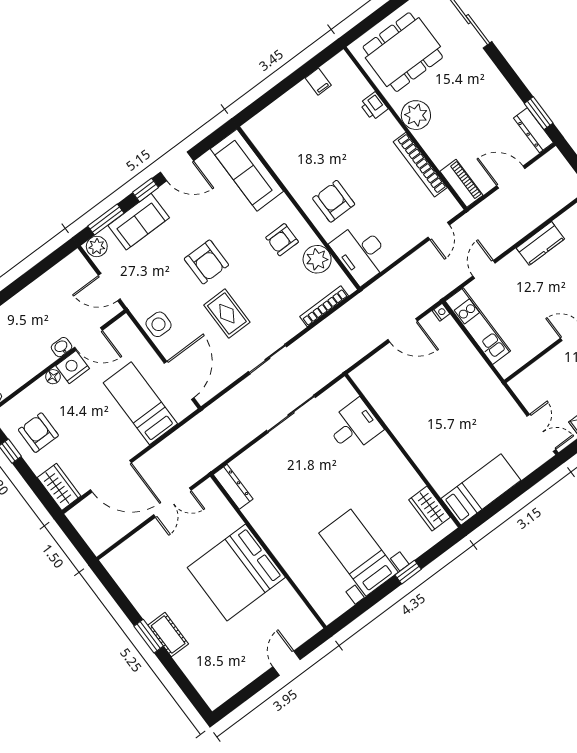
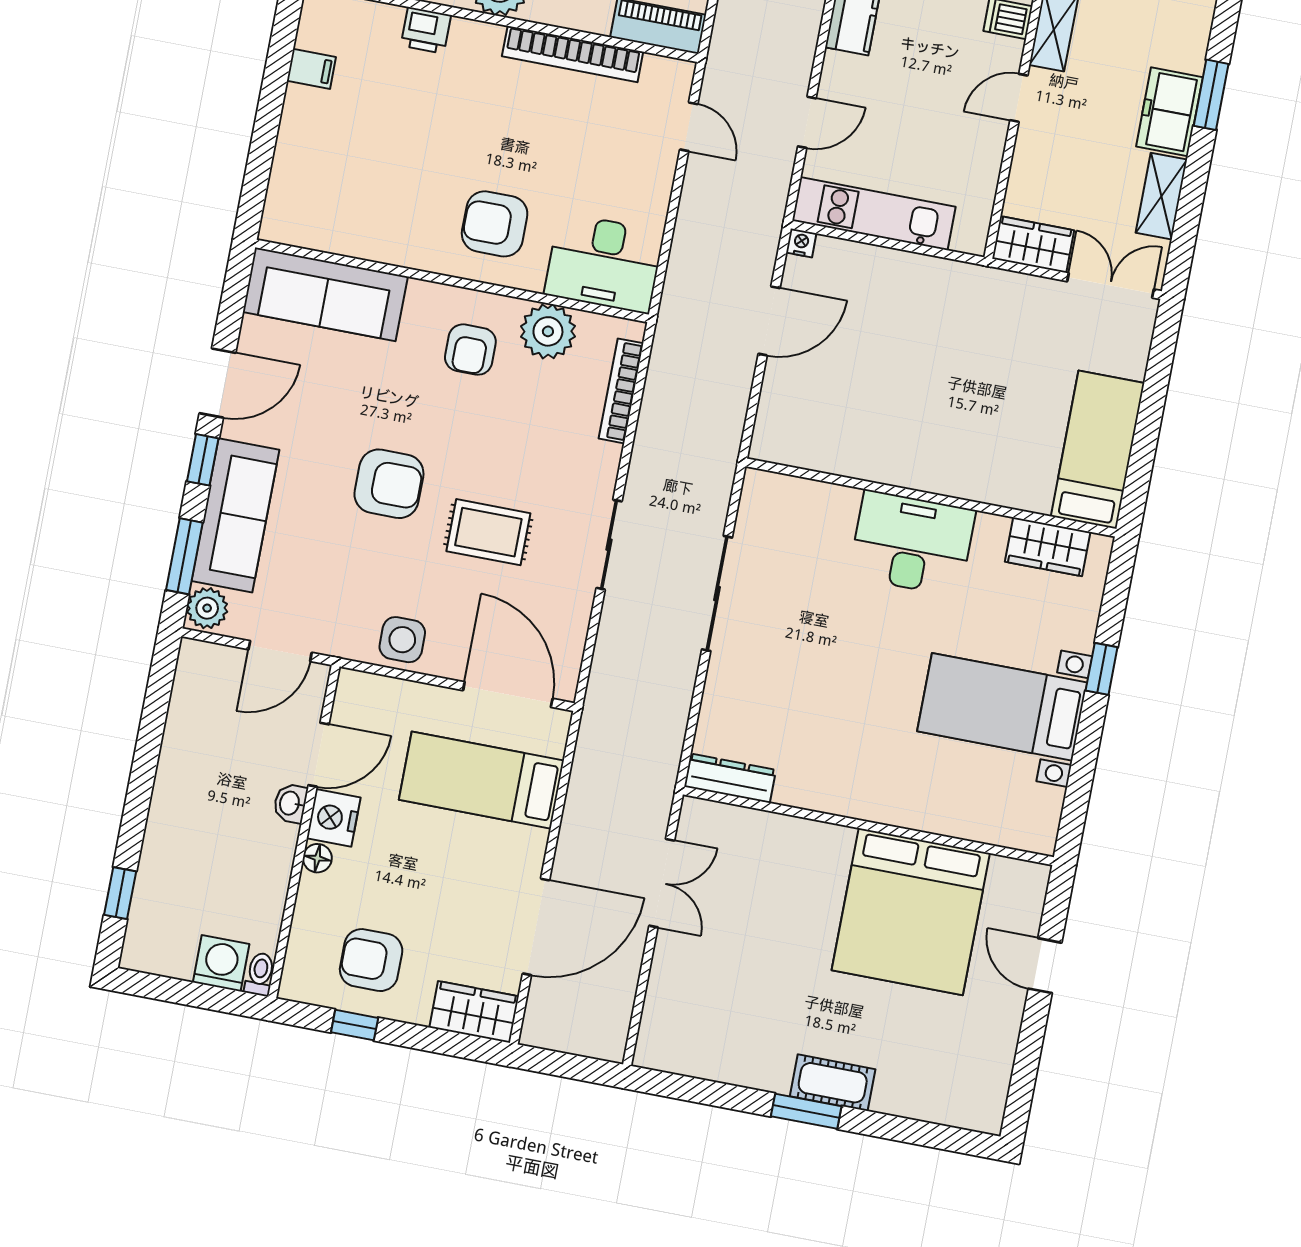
sofa: (139, 222) -> (235, 515), width x1.36
door: (484, 269) -> (807, 122), swing flipped
wardrobe: (527, 391) -> (1033, 244), added
desk: (354, 426) -> (912, 543), moved, width x1.37
bed: (236, 572) -> (911, 912), moved

